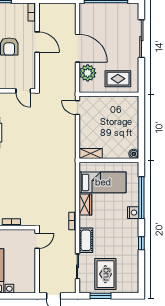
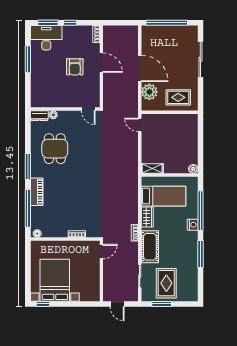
cot: (86, 240) -> (150, 247), width x1.37, depth x1.34
window: (141, 243) -> (200, 254), width x2.17

